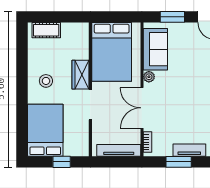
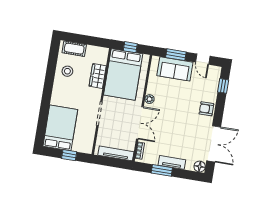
window: (115, 17) -> (130, 47), added
sofa: (155, 49) -> (175, 69), moved, turned 90
wardrobe: (81, 75) -> (98, 76), moved
stool: (46, 81) -> (67, 71), moved
double door: (142, 108) -> (140, 123), swing flipped

